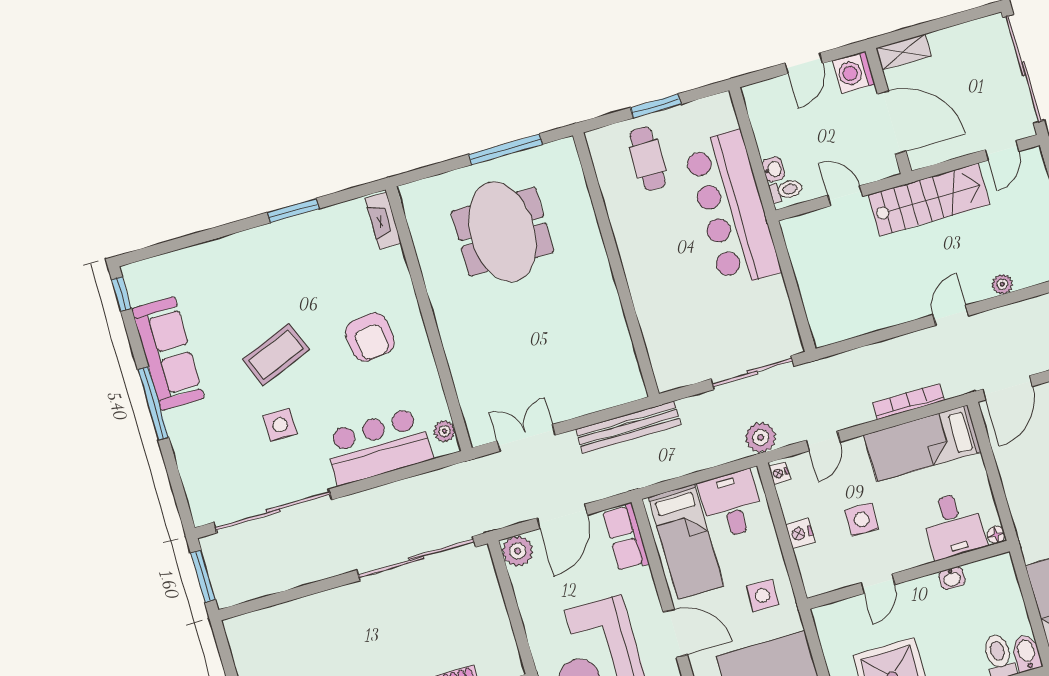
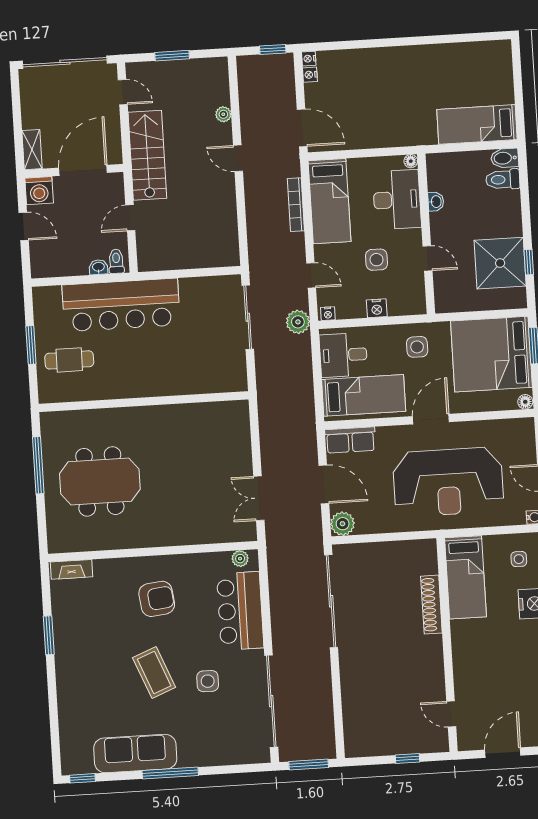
bench: (628, 427) -> (268, 420), removed
desk: (953, 525) -> (397, 200), width x1.37

